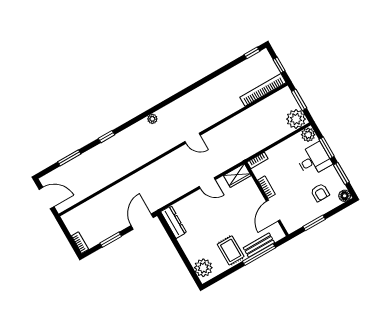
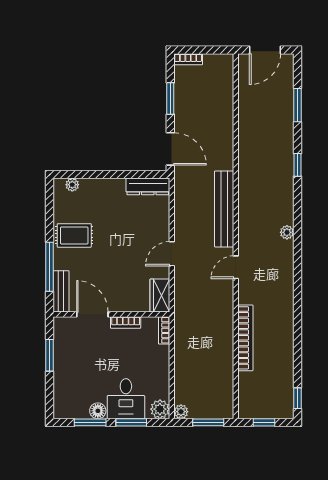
bookcase: (263, 90) -> (245, 338), moved
plant: (296, 119) -> (181, 412), width x0.53, depth x0.53
bench: (160, 167) -> (224, 209), added
armchair: (320, 193) -> (82, 383), removed
floor lamp: (345, 196) -> (98, 411), moved
bench: (259, 245) -> (61, 291), moved
plant: (203, 268) -> (72, 185), width x0.53, depth x0.53

